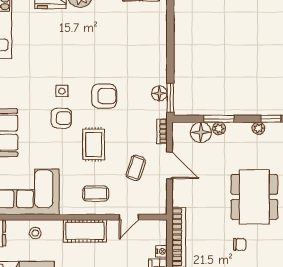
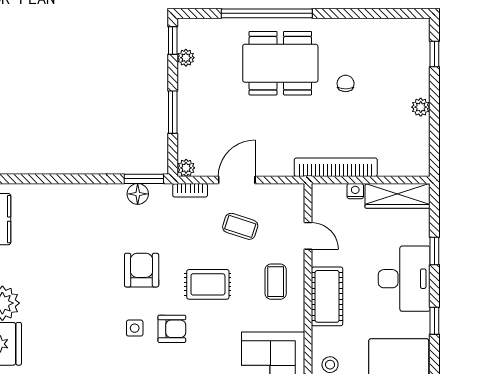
armchair: (61, 118) -> (172, 329), turned 90
plant: (219, 128) -> (186, 168), moved
floor lamp: (201, 132) -> (191, 137), removed

